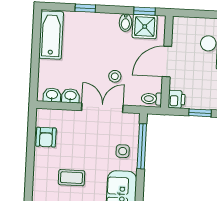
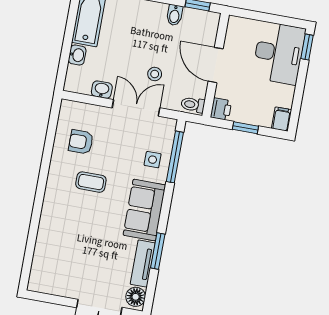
shower: (145, 27) -> (196, 22), removed
door: (167, 62) -> (216, 65), hinge flipped
washbasin: (52, 95) -> (77, 55), moved, turned 90
armchair: (46, 137) -> (81, 142), moved, turned 90

